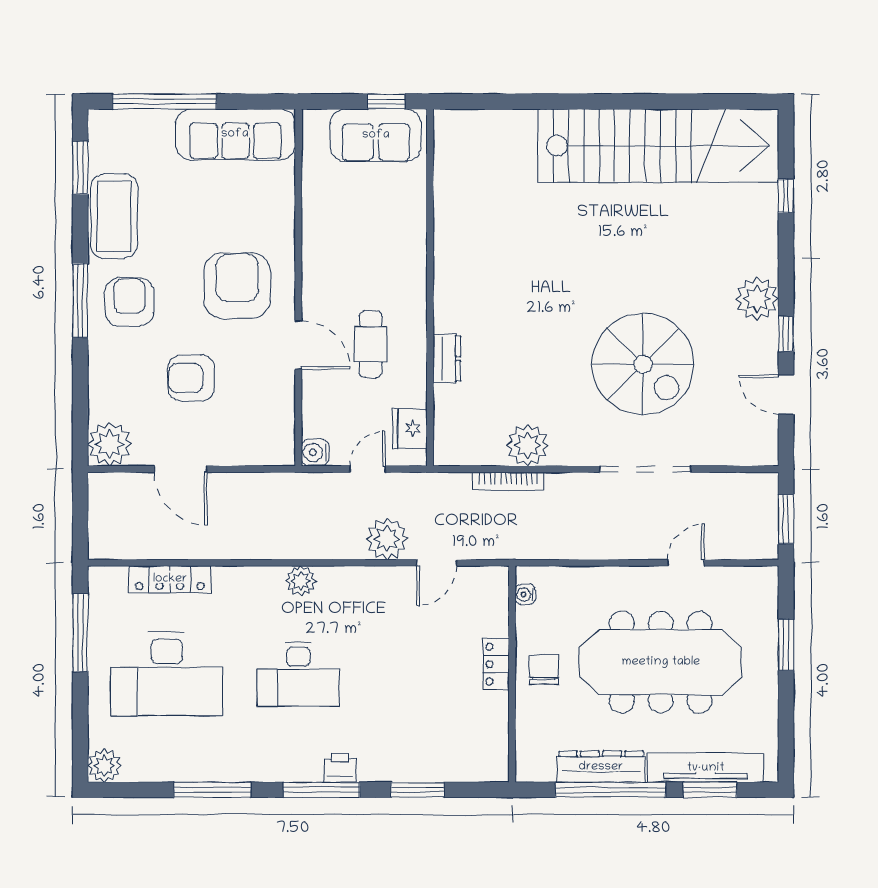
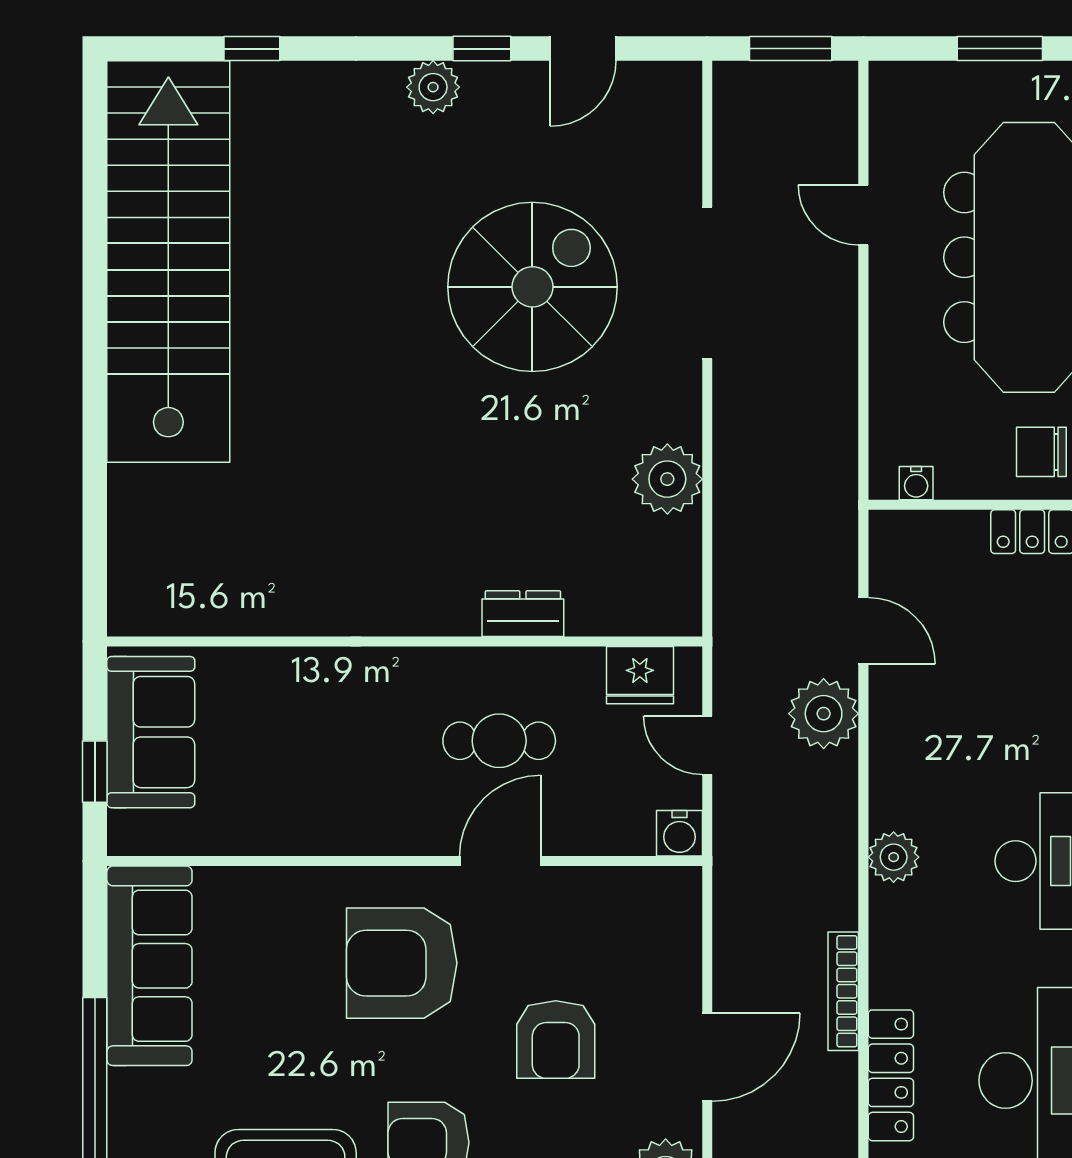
window: (386, 102) -> (95, 772), moved
plant: (757, 299) -> (433, 87), width x0.73, depth x0.73
bookcase: (508, 481) -> (843, 991), moved, turned 180

